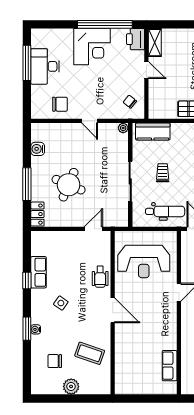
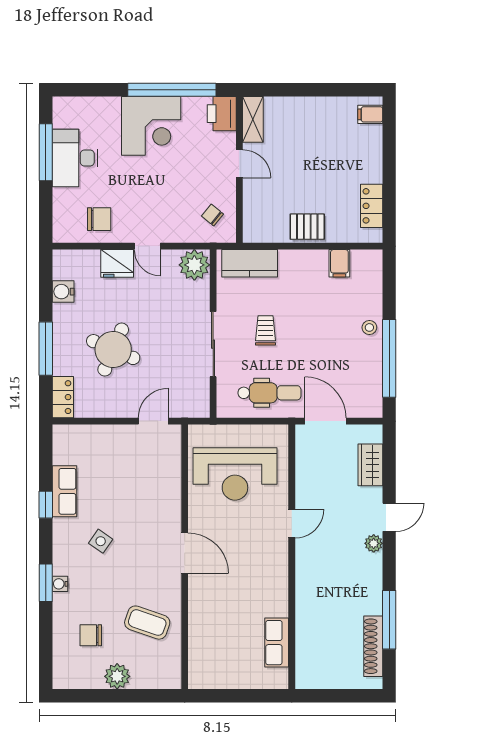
plant: (123, 128) -> (194, 265), width x1.88, depth x1.88
fridge: (71, 132) -> (117, 263), added
wheelchair: (100, 277) -> (164, 499), removed

